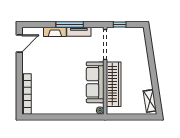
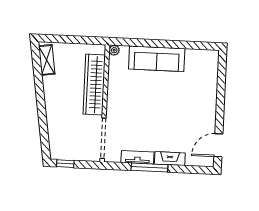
window: (120, 24) -> (65, 164), moved
sofa: (95, 82) -> (157, 59), moved, turned 90
bookcase: (26, 94) -> (212, 77), removed

